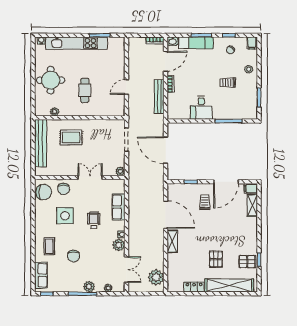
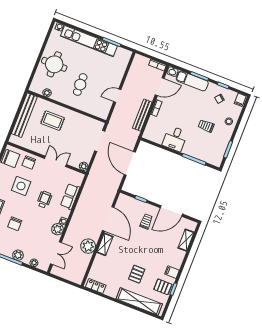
filing cabinet: (251, 188) -> (172, 272), moved
plant: (156, 277) -> (88, 246), moved
locker: (194, 287) -> (96, 286), moved

